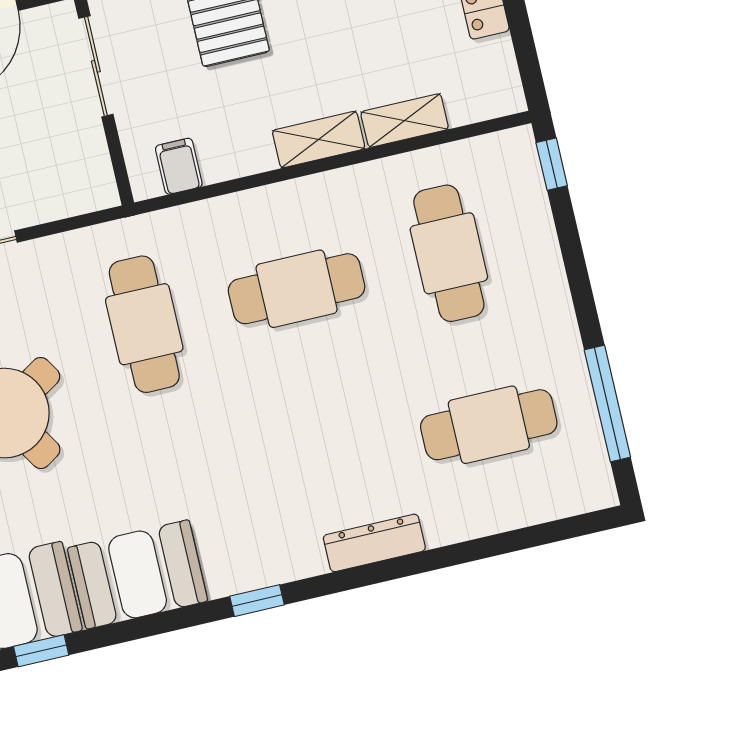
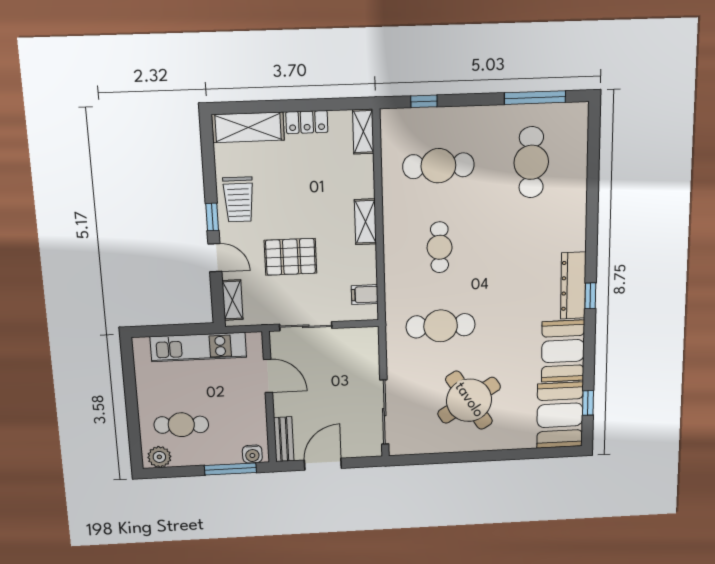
shelving: (405, 121) -> (363, 132), moved
window: (552, 164) -> (424, 101), moved
cafe table: (297, 289) -> (440, 247), width x0.73, depth x0.74
dresser: (374, 543) -> (573, 286), moved, width x1.37, depth x1.24

